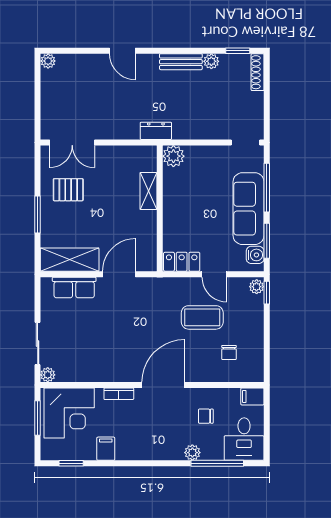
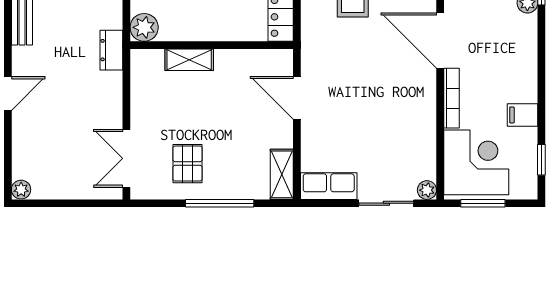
double door: (72, 142) -> (126, 158), swing flipped
window: (38, 215) -> (220, 203), width x1.44
shelving: (70, 260) -> (282, 174), width x0.67, depth x0.75
row of seats: (74, 287) -> (329, 186), moved, turned -90
bookcase: (119, 394) -> (451, 98), width x1.56

